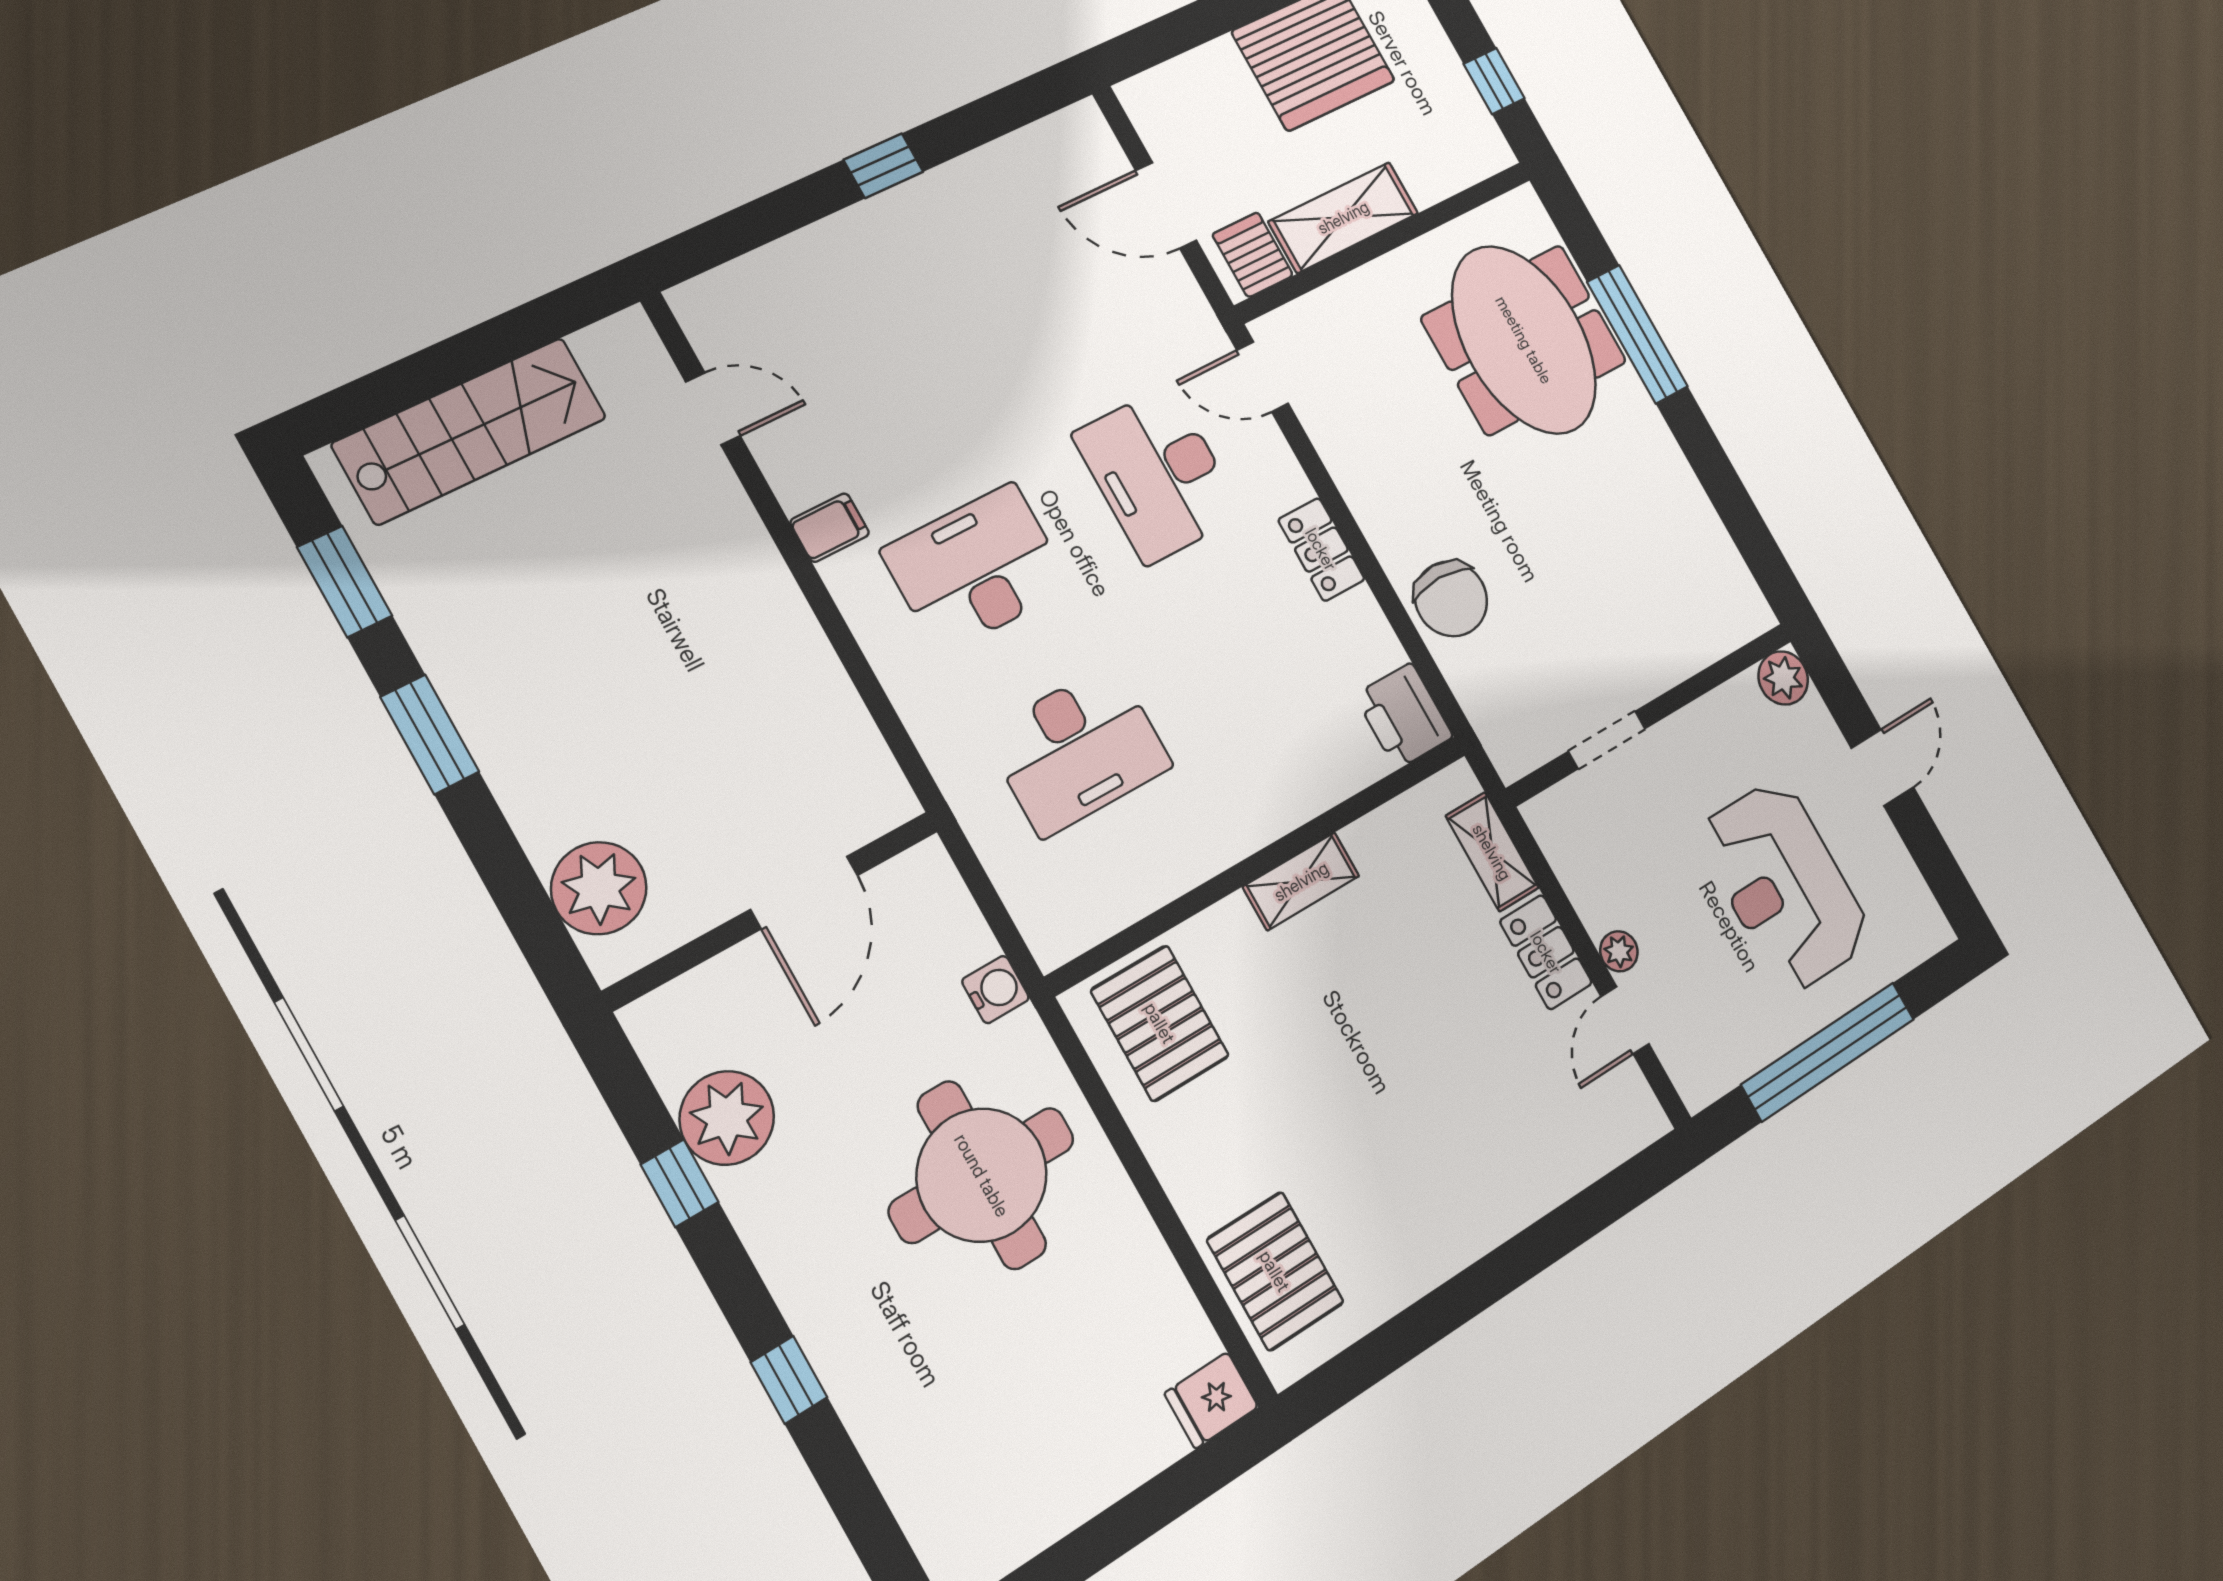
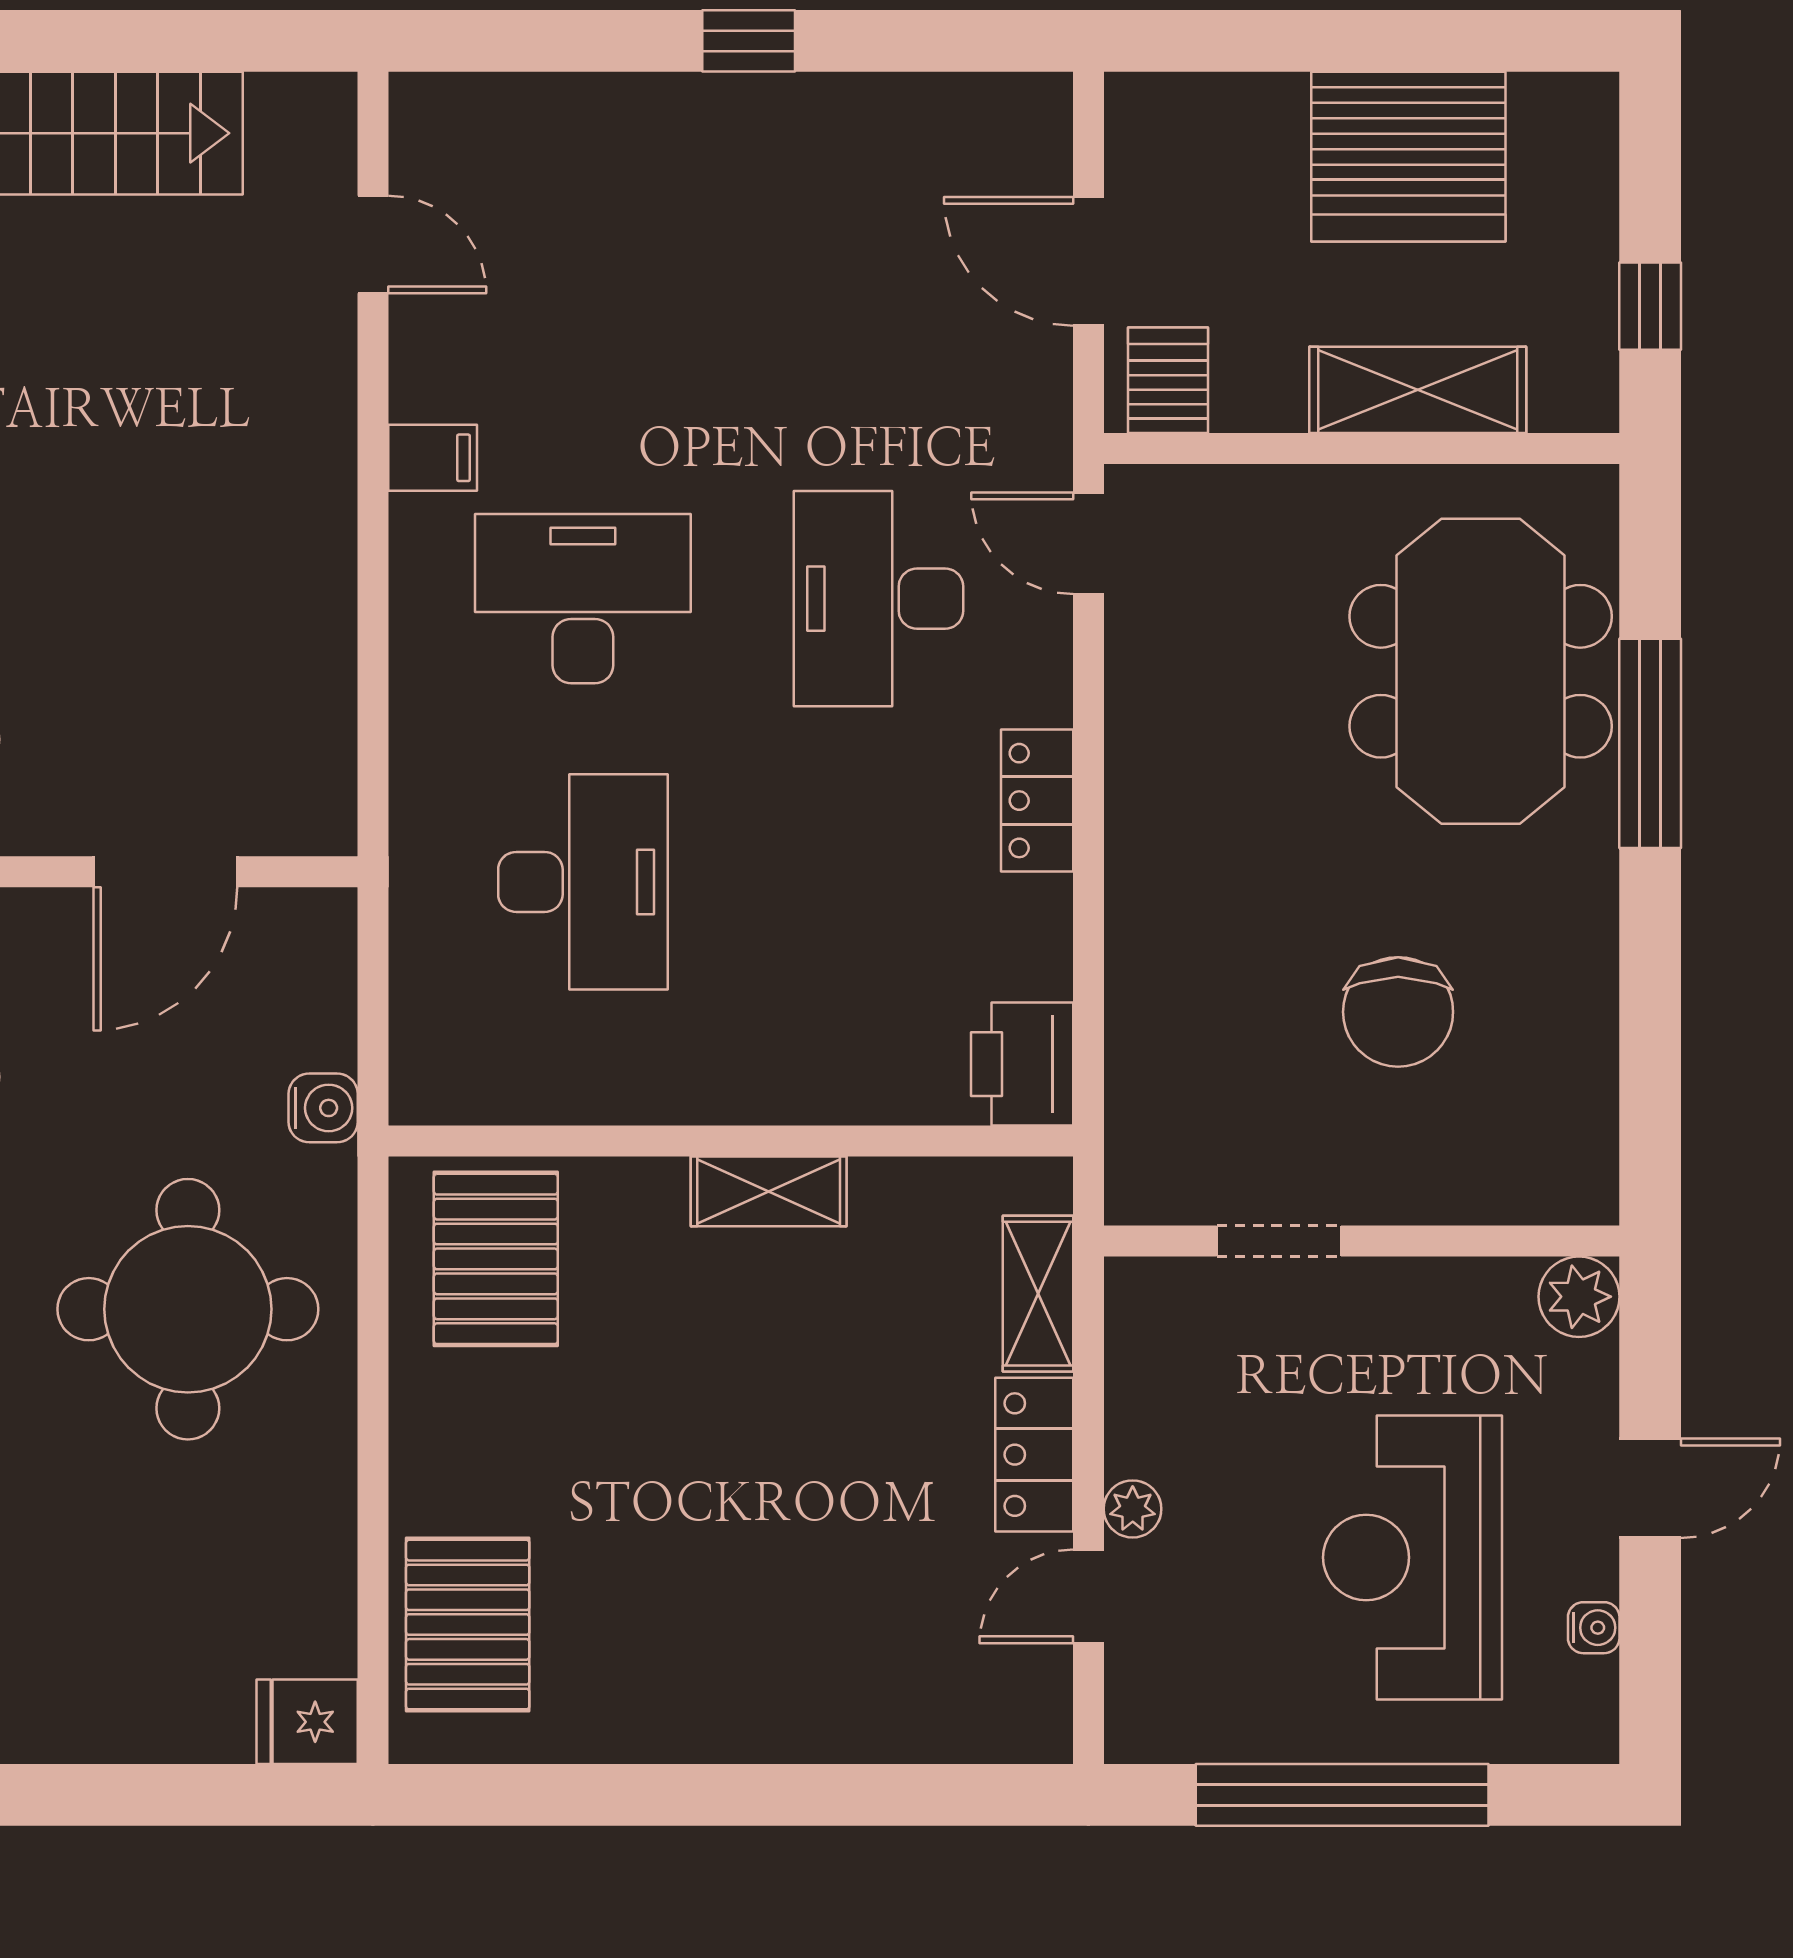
shelving: (1343, 217) -> (1418, 390), moved
chair: (1451, 599) -> (1398, 1012), moved
desk: (1078, 750) -> (583, 882), turned -90
water cooler: (1900, 867) -> (1594, 1628), added

